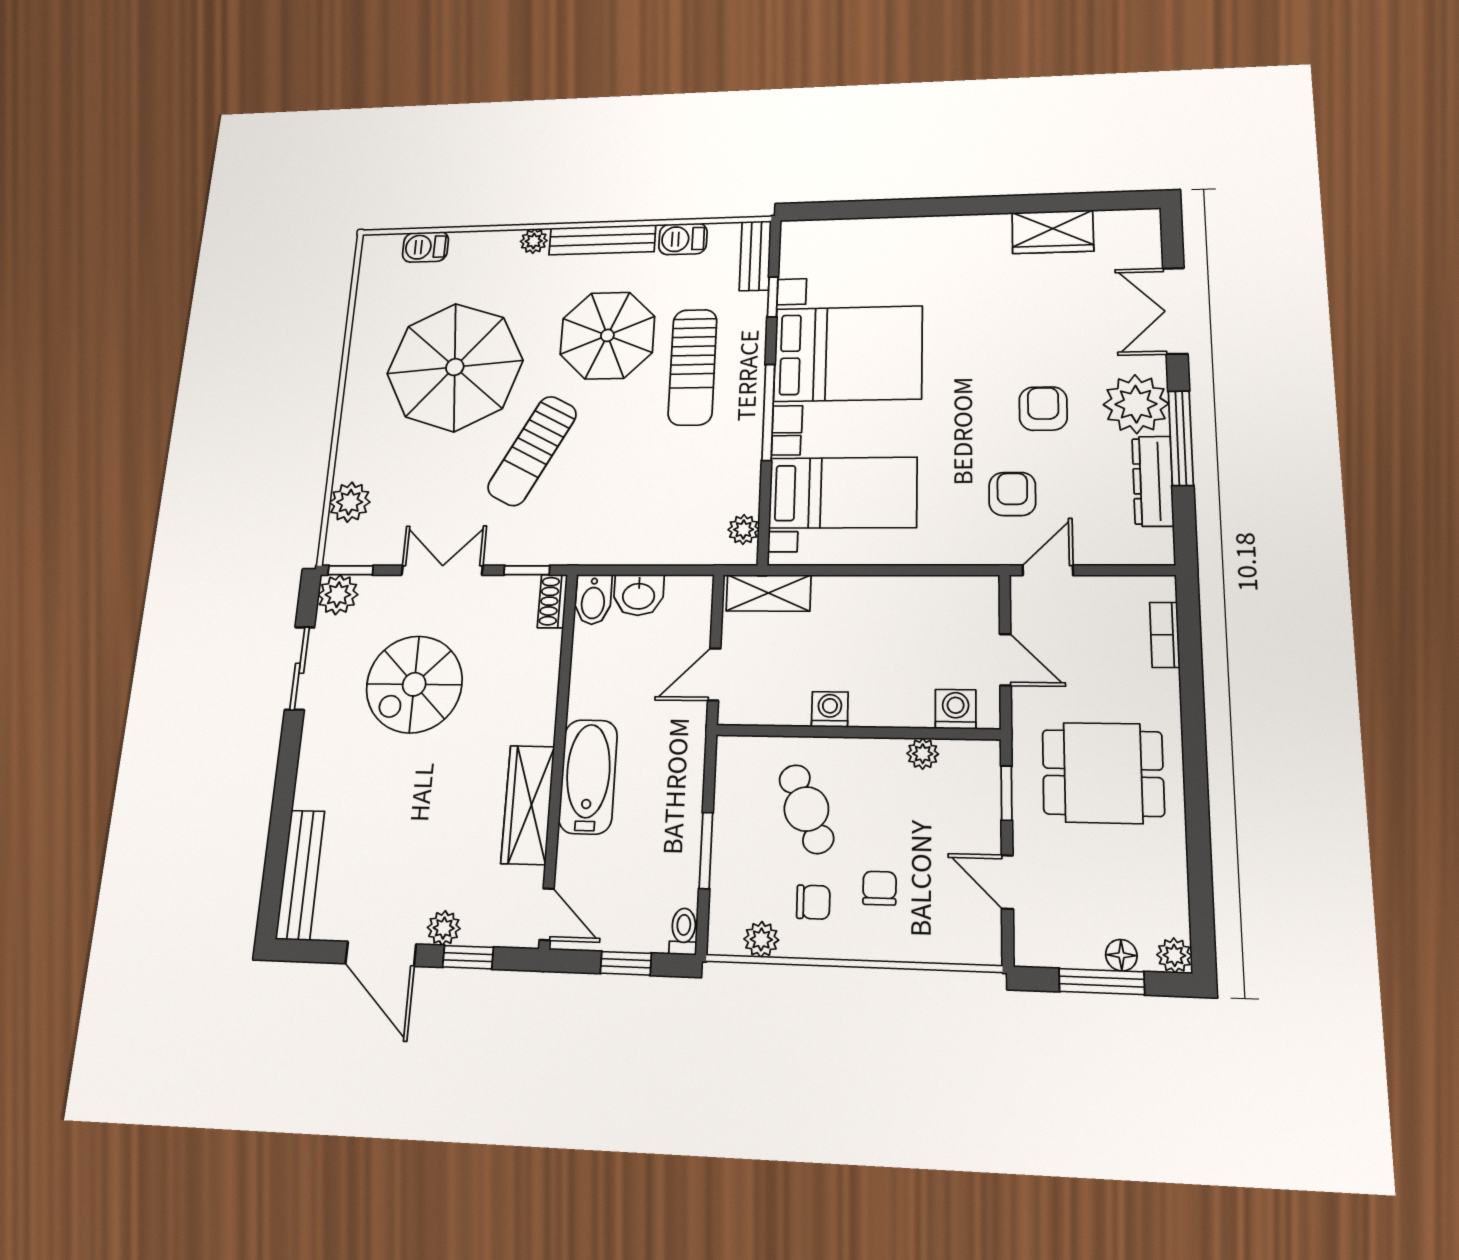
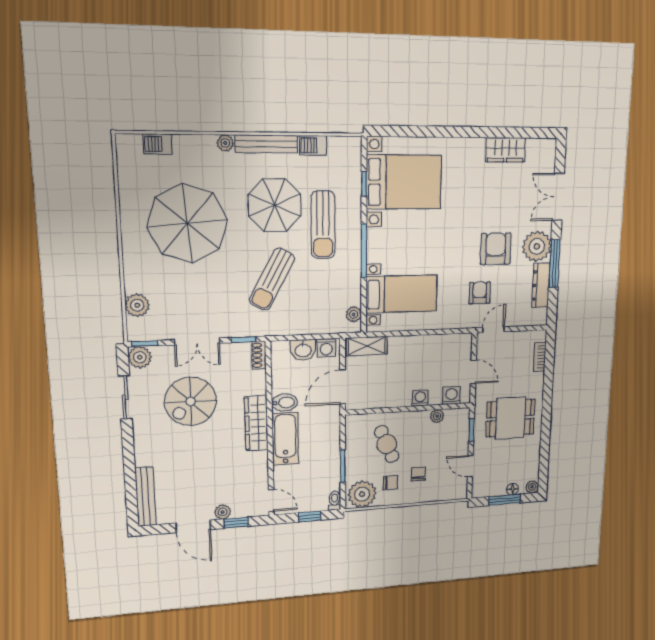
bench: (755, 256) -> (354, 158), removed
bed with nightstands: (848, 354) -> (404, 182), moved
armchair: (1043, 409) -> (496, 249), width x1.38, depth x1.38
sun lounger: (532, 451) -> (272, 279), moved
double door: (442, 570) -> (197, 342), swing flipped
washing machine: (685, 593) -> (326, 348), added
bidet: (593, 599) -> (285, 403), moved, turned -90
door: (714, 674) -> (343, 387), width x1.38
washing machine: (830, 709) -> (420, 398), moved
wardrobe: (528, 805) -> (256, 423), moved
plant: (761, 939) -> (362, 494), width x1.88, depth x1.88

